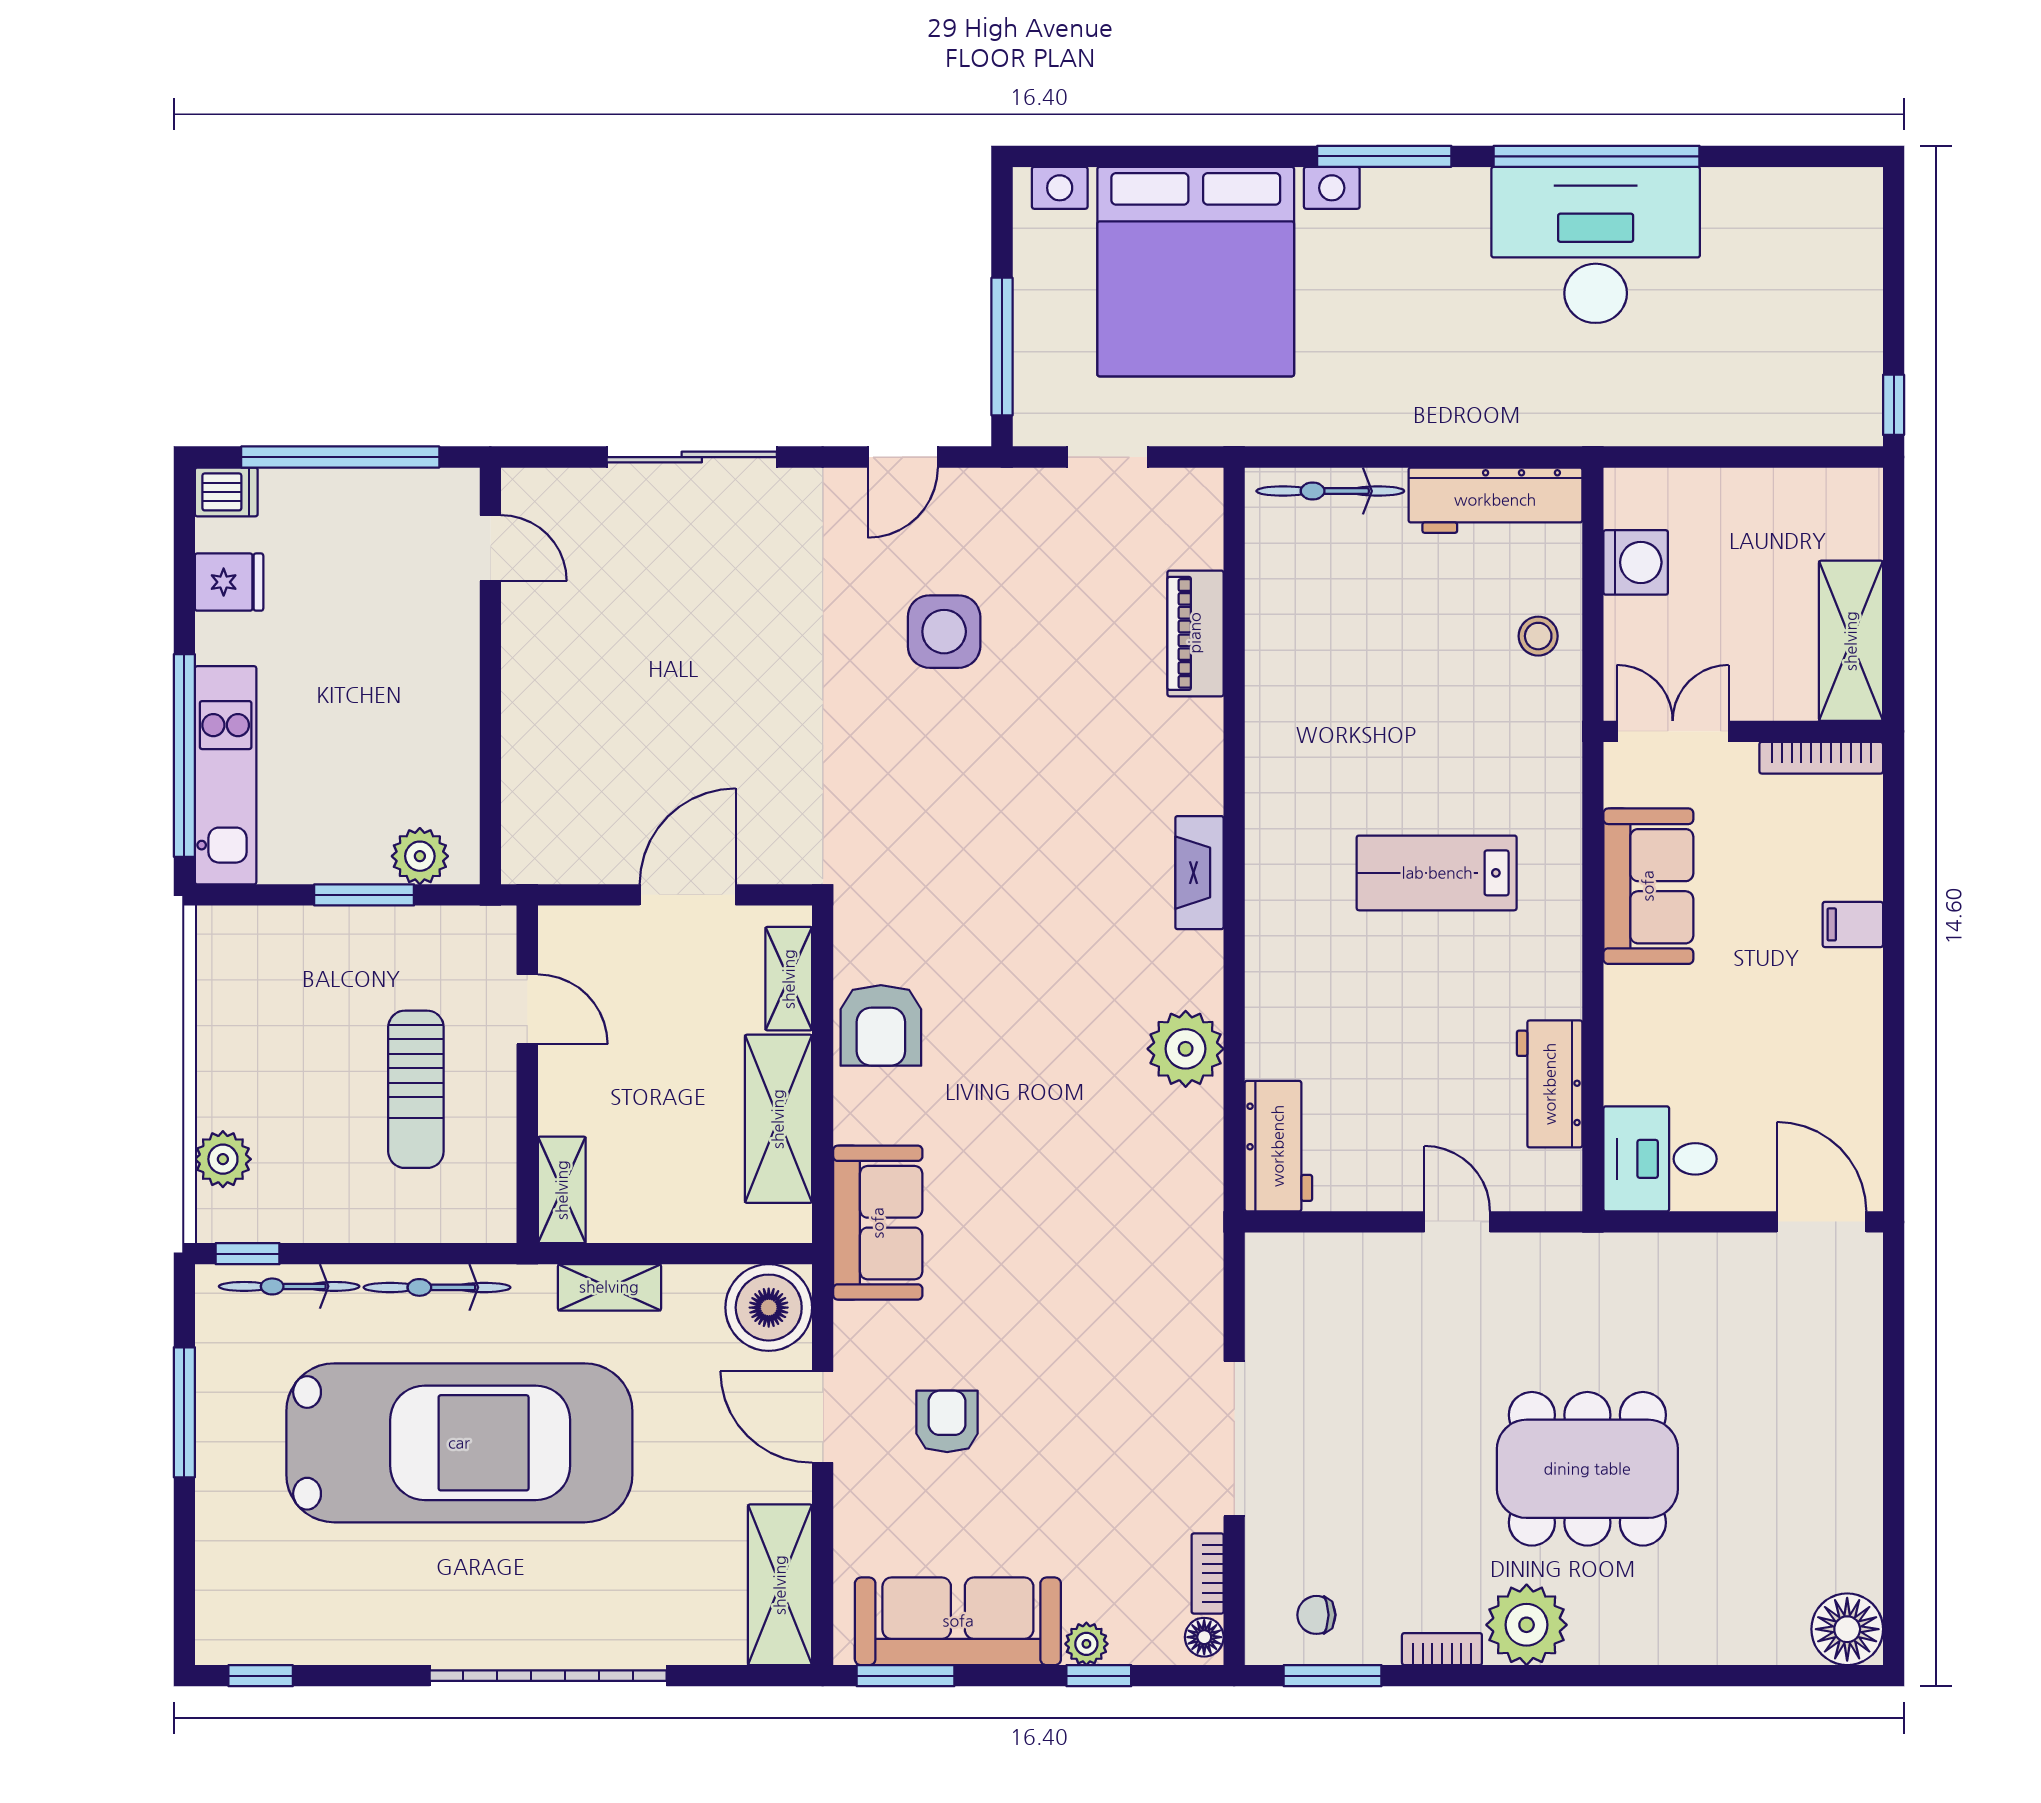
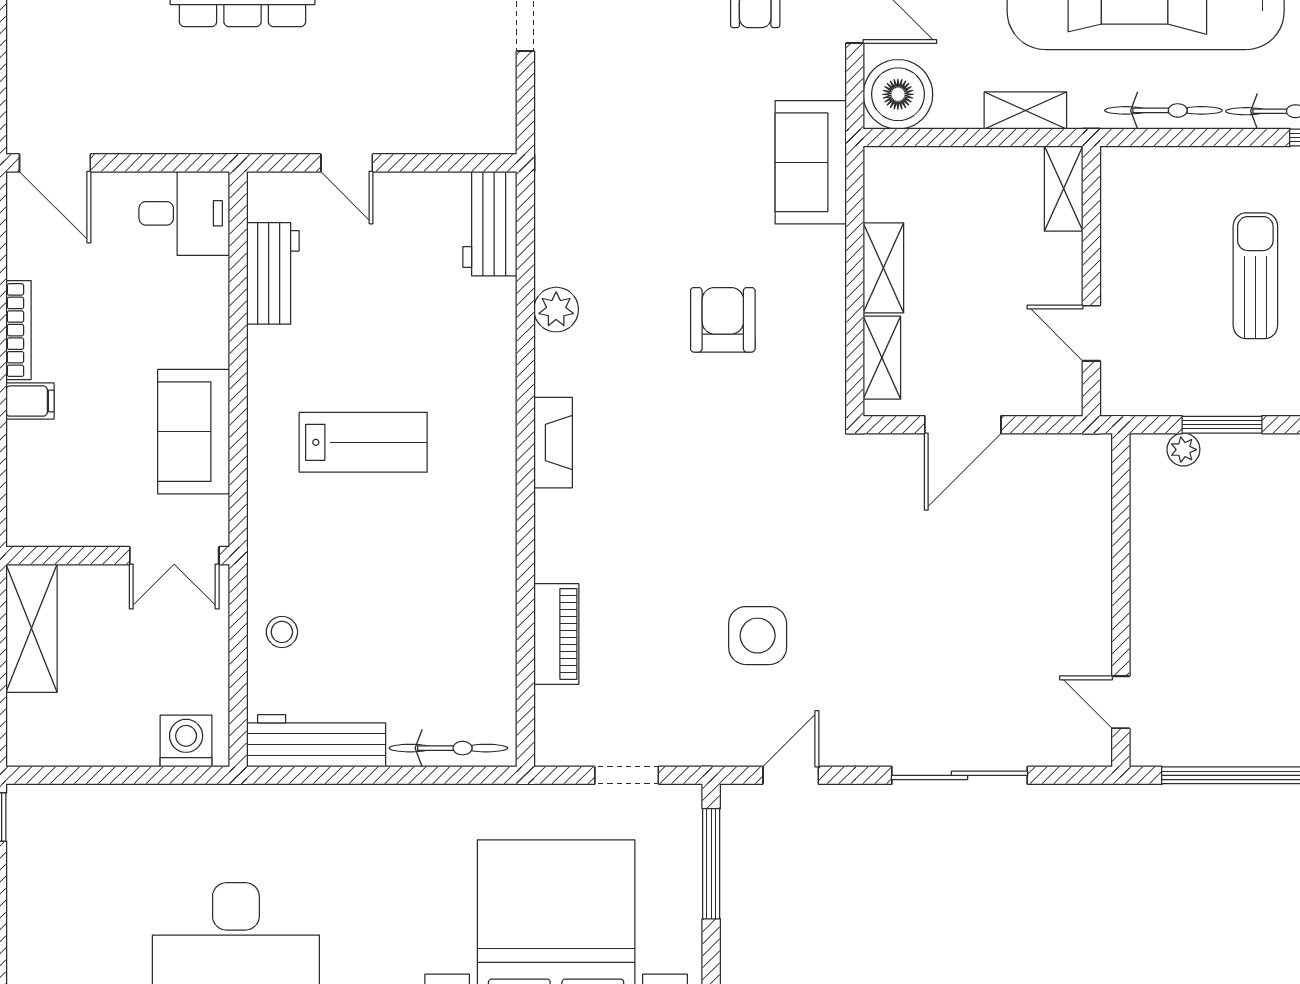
washing machine: (1636, 562) -> (186, 741), moved, turned 90
bookcase: (1821, 758) -> (18, 330), moved, turned 90
plant: (420, 856) -> (1183, 450), width x0.73, depth x0.73
armchair: (881, 1025) -> (723, 320), moved
plant: (1186, 1049) -> (556, 310), width x0.73, depth x0.73
sun lounger: (416, 1089) -> (1255, 276), moved
shelving: (778, 1119) -> (883, 268), width x0.67, depth x0.75

